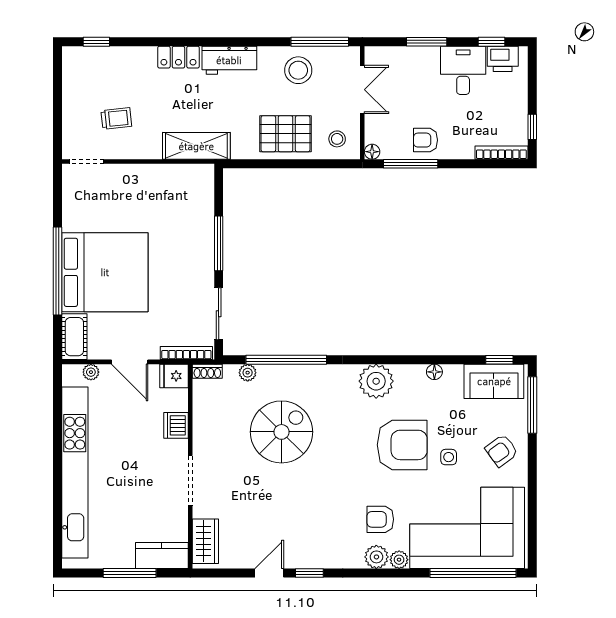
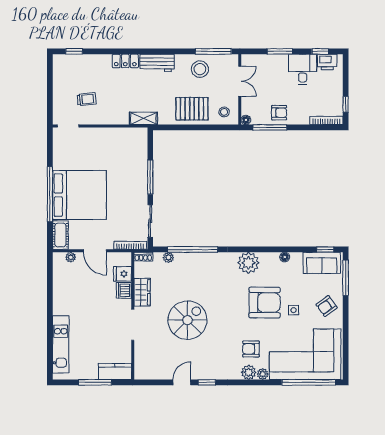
armchair: (425, 140) -> (279, 113), turned 180
shelving: (196, 146) -> (143, 118), width x0.67, depth x0.75
fridge: (174, 376) -> (122, 274), moved
spiral stairs: (281, 432) -> (187, 320), moved
kitchen unit: (75, 473) -> (61, 344), width x0.54
wardrobe: (205, 541) -> (142, 292), moved

